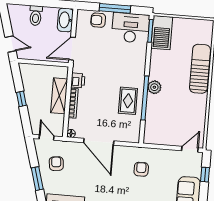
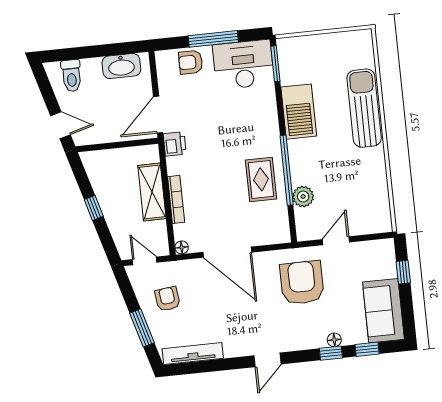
toilet: (36, 16) -> (71, 76), moved
washbasin: (65, 20) -> (121, 66), moved, turned -90
barbecue: (162, 33) -> (299, 112), moved
printer: (78, 80) -> (175, 144), moved
plant: (154, 87) -> (303, 197), moved
door: (190, 149) -> (336, 241), moved
armchair: (141, 169) -> (302, 283), width x1.88, depth x1.88

